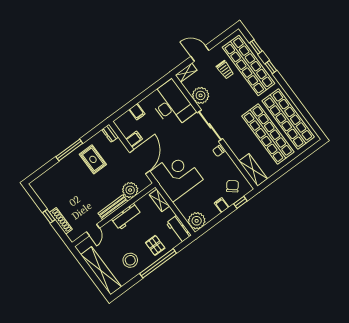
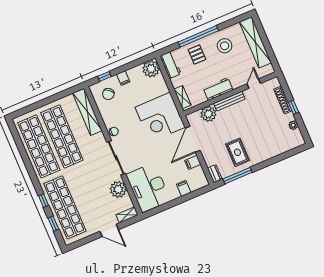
trolley: (225, 70) -> (89, 209), removed
window: (69, 150) -> (238, 176), moved
shelving: (253, 170) -> (87, 112), width x1.47
plant: (45, 199) -> (293, 125), added

